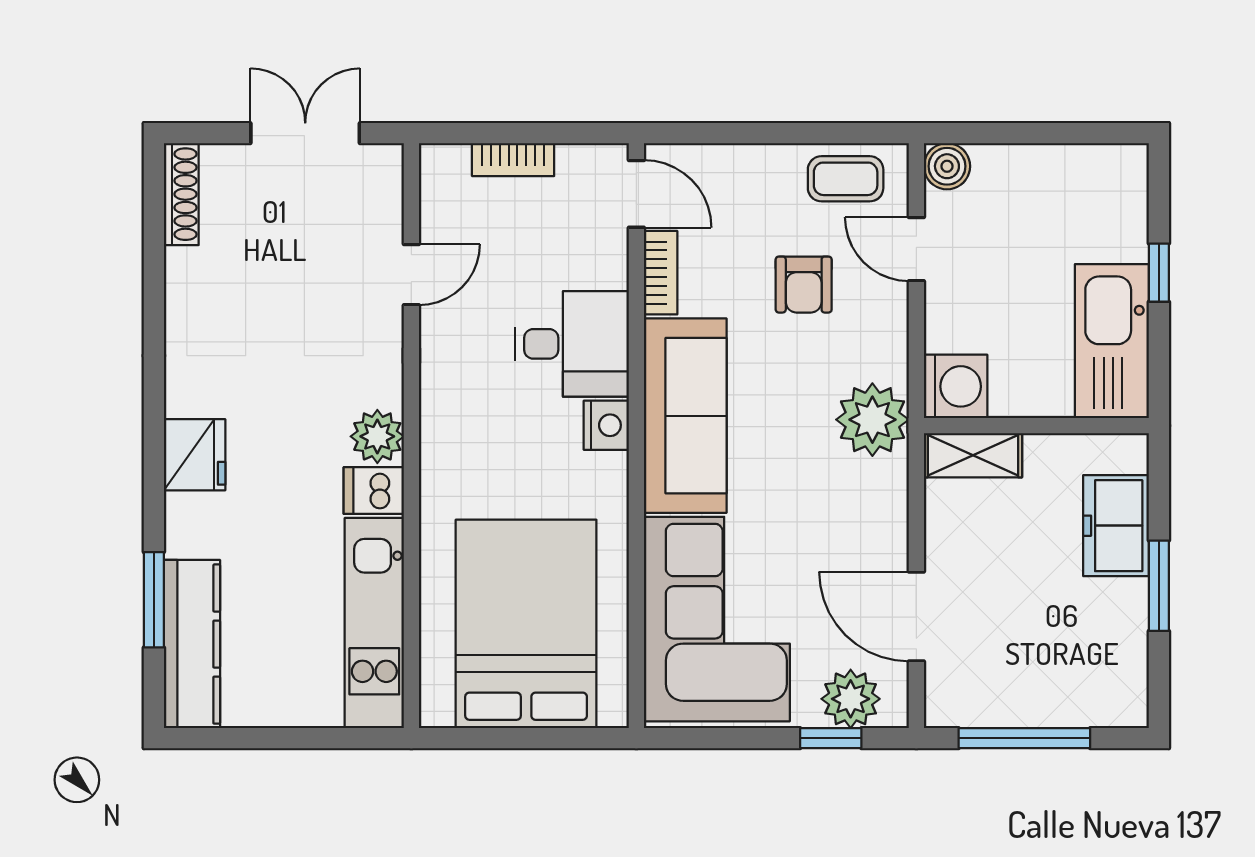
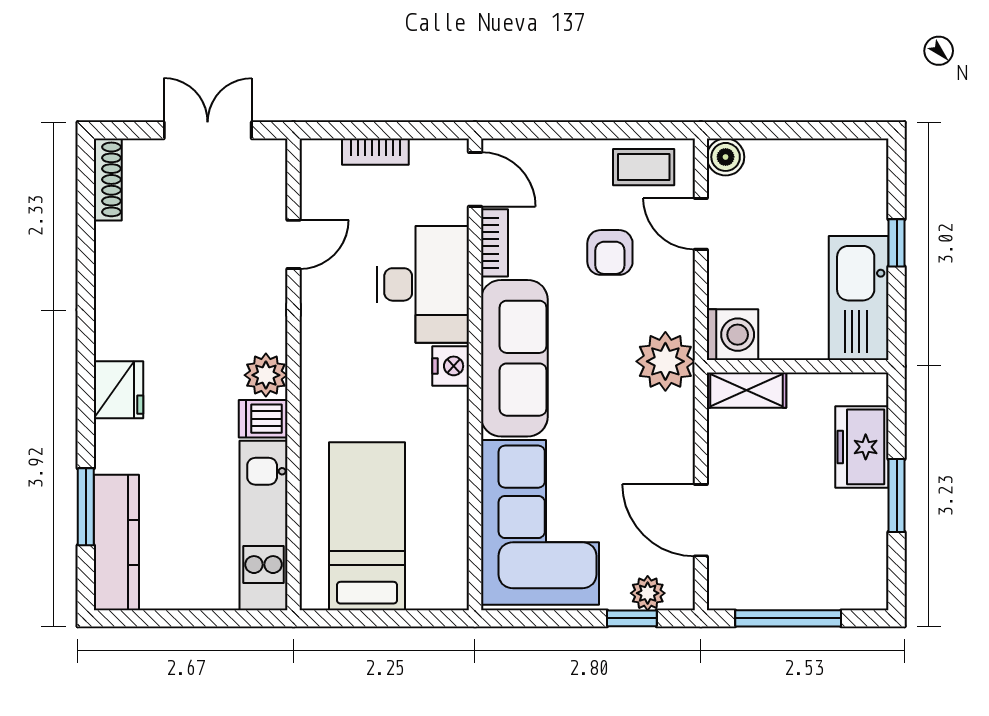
desk: (572, 344) -> (423, 284), width x1.37
bed: (526, 624) -> (367, 526), width x0.67
plant: (851, 699) -> (648, 593), width x0.73, depth x0.73

